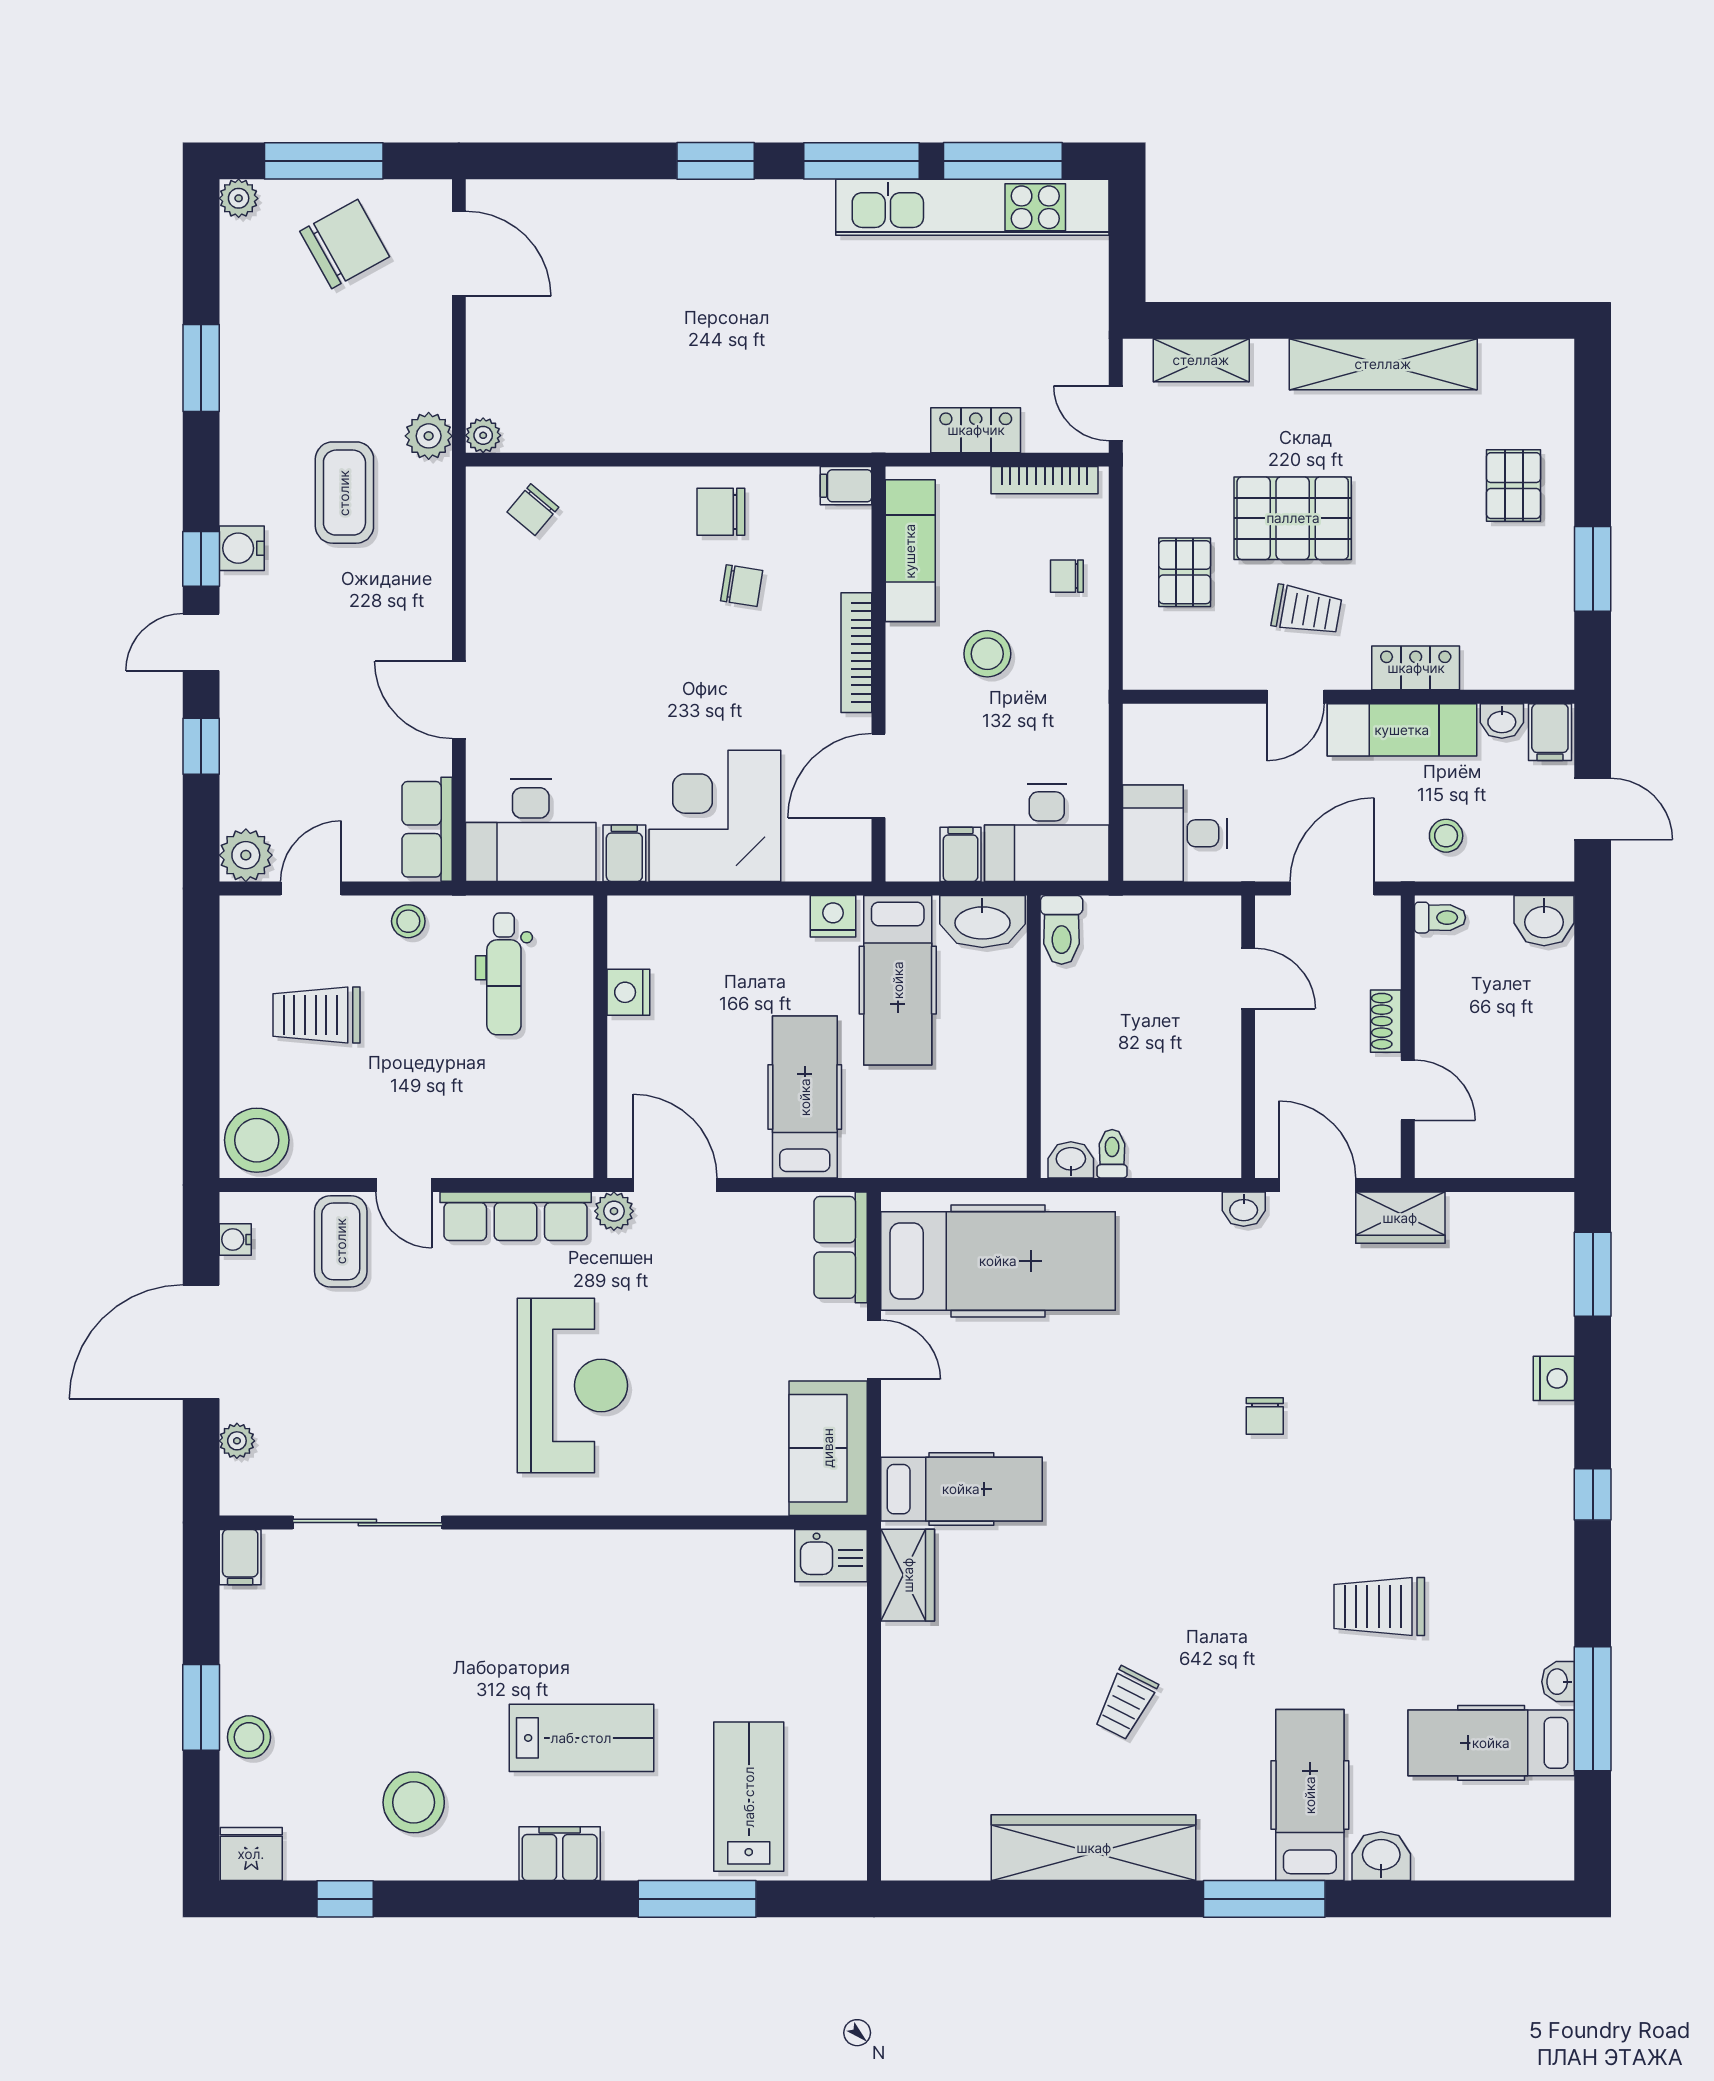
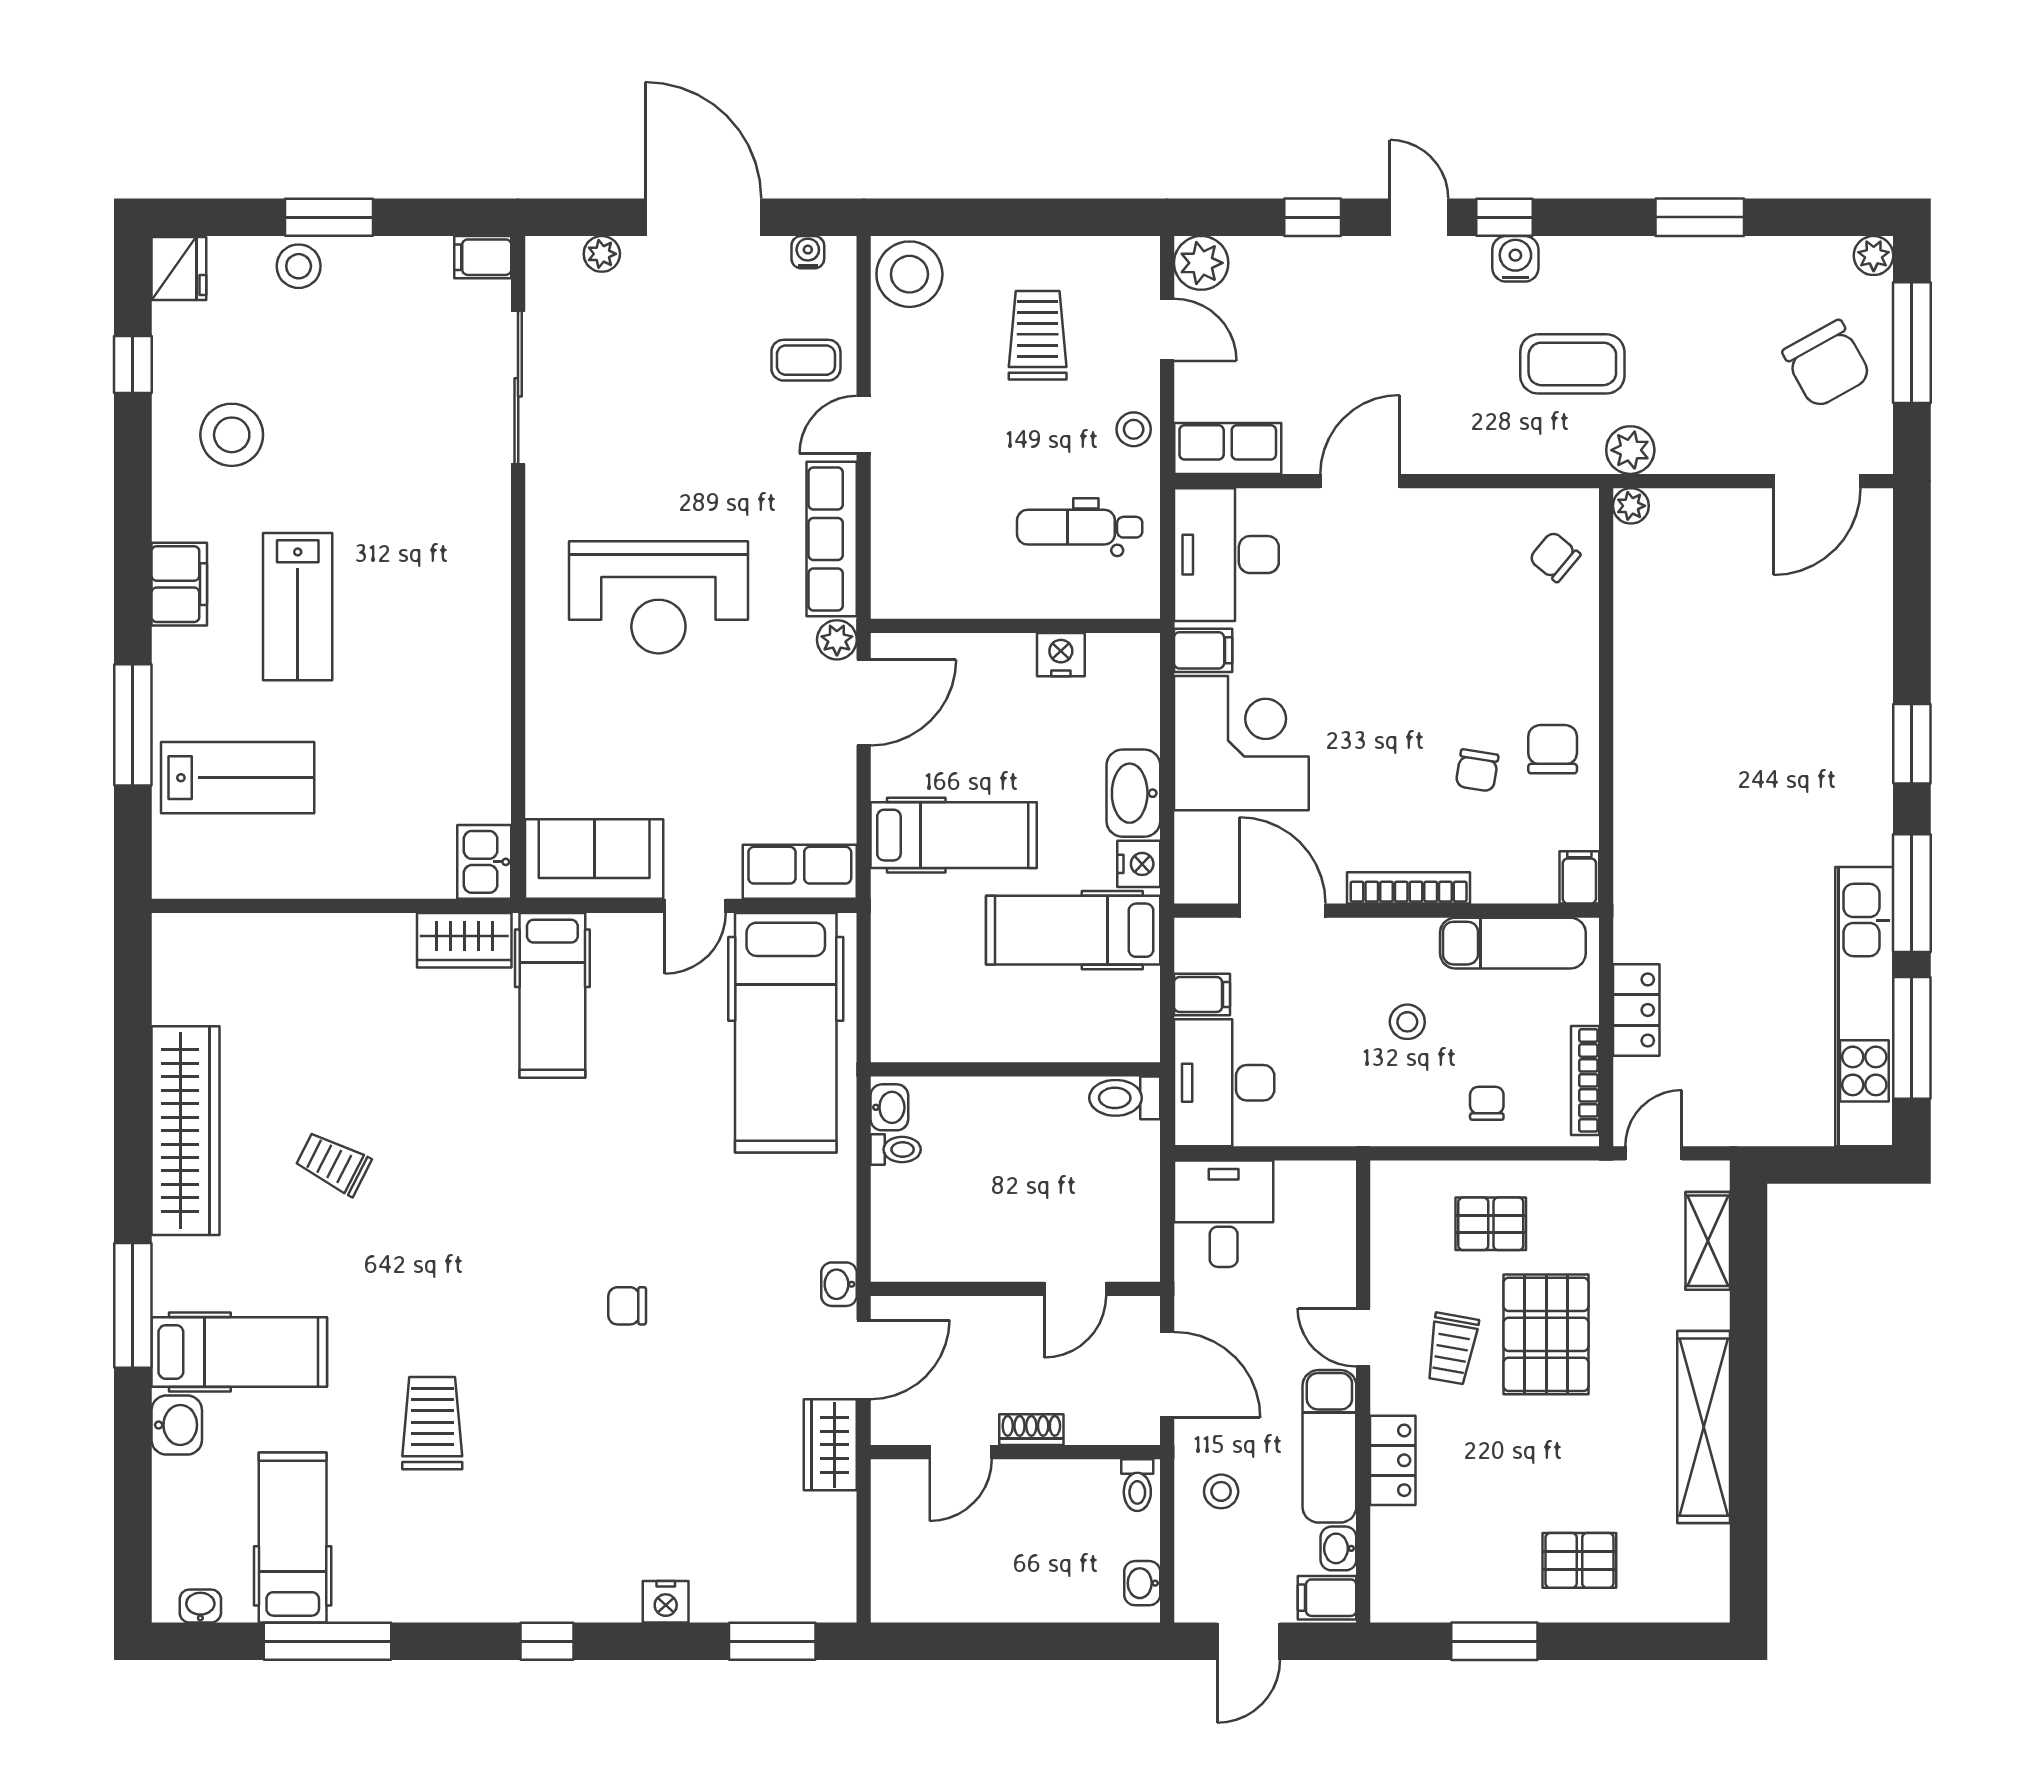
stool: (987, 654) -> (1407, 1022), width x0.73, depth x0.73
washbasin: (982, 921) -> (1133, 793), moved
washbasin: (1544, 921) -> (1142, 1583), width x0.72, depth x0.69
coffee table: (341, 1241) -> (806, 360), width x0.73, depth x0.77
washbasin: (1558, 1682) -> (200, 1606), moved

